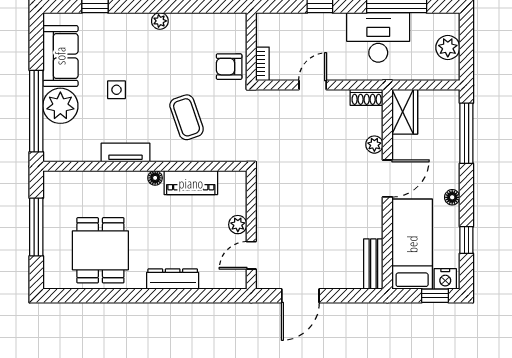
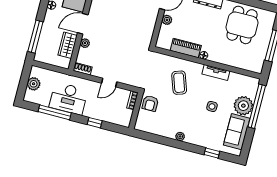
armchair: (229, 67) -> (150, 103), turned 90
wardrobe: (405, 112) -> (68, 45), moved

